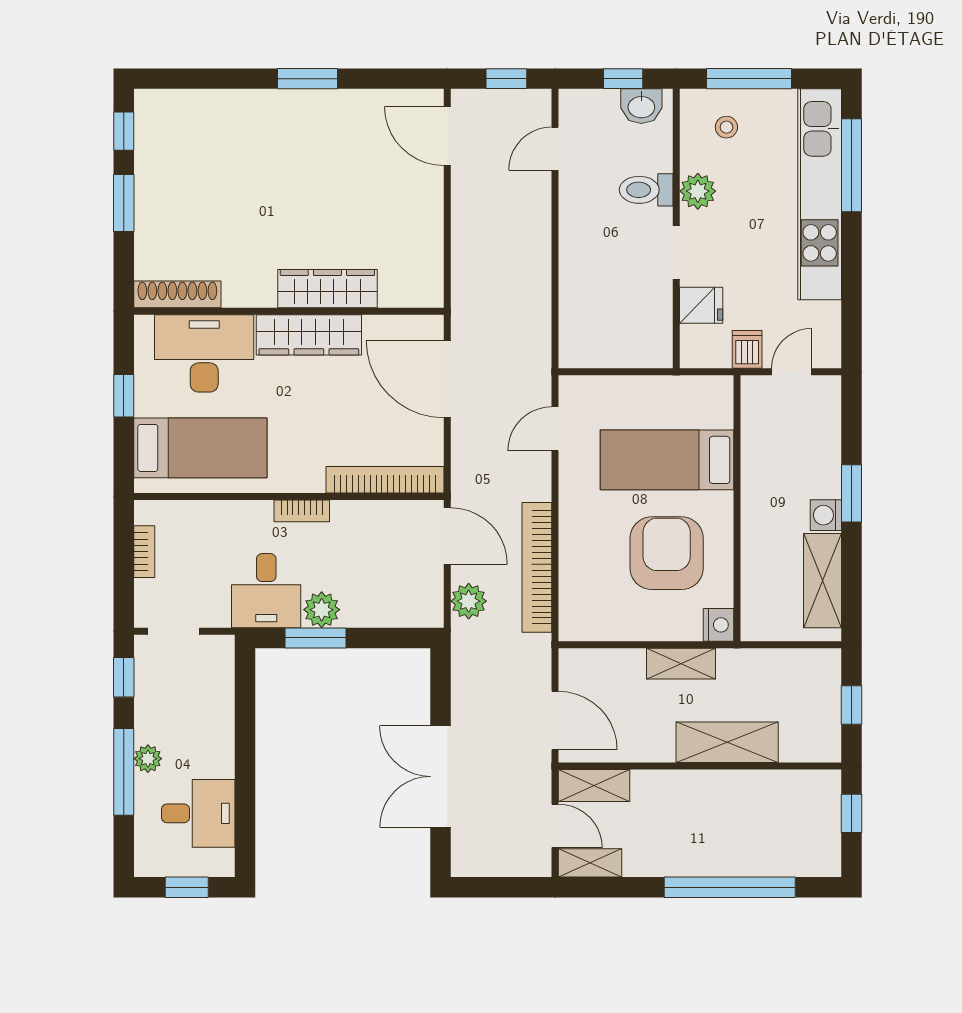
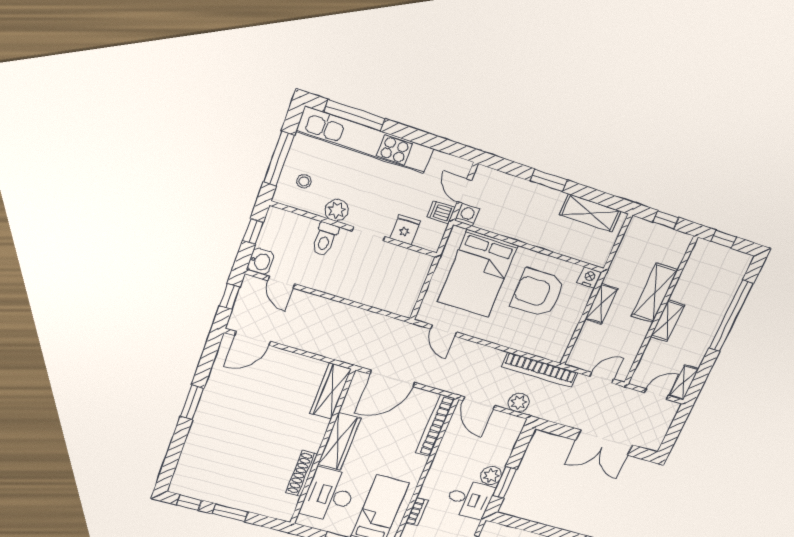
washbasin: (641, 106) -> (261, 261), moved
wardrobe: (327, 289) -> (330, 391), moved
shoe rack: (177, 294) -> (302, 474), moved
bed: (667, 460) -> (478, 274), width x1.50
bookcase: (302, 511) -> (417, 512), moved
washing machine: (826, 515) -> (467, 215), moved, turned 180
door: (447, 536) -> (479, 403), swing flipped
bookcase: (537, 567) -> (540, 370), moved
door: (555, 721) -> (602, 378), width x0.73
shelving: (594, 785) -> (668, 321), moved

